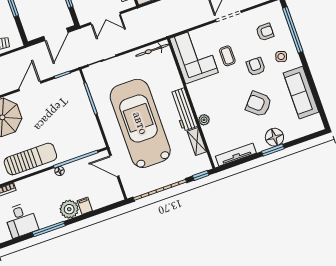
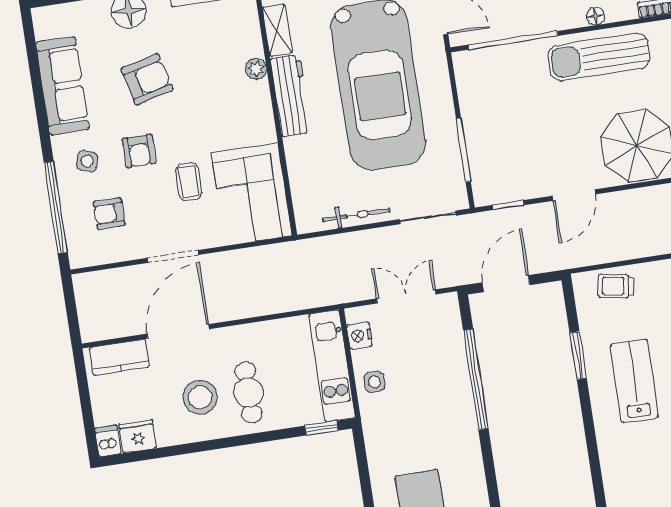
bicycle: (152, 50) -> (356, 215), moved
armchair: (259, 104) -> (147, 79), turned -55
floor lamp: (60, 171) -> (595, 16), moved

